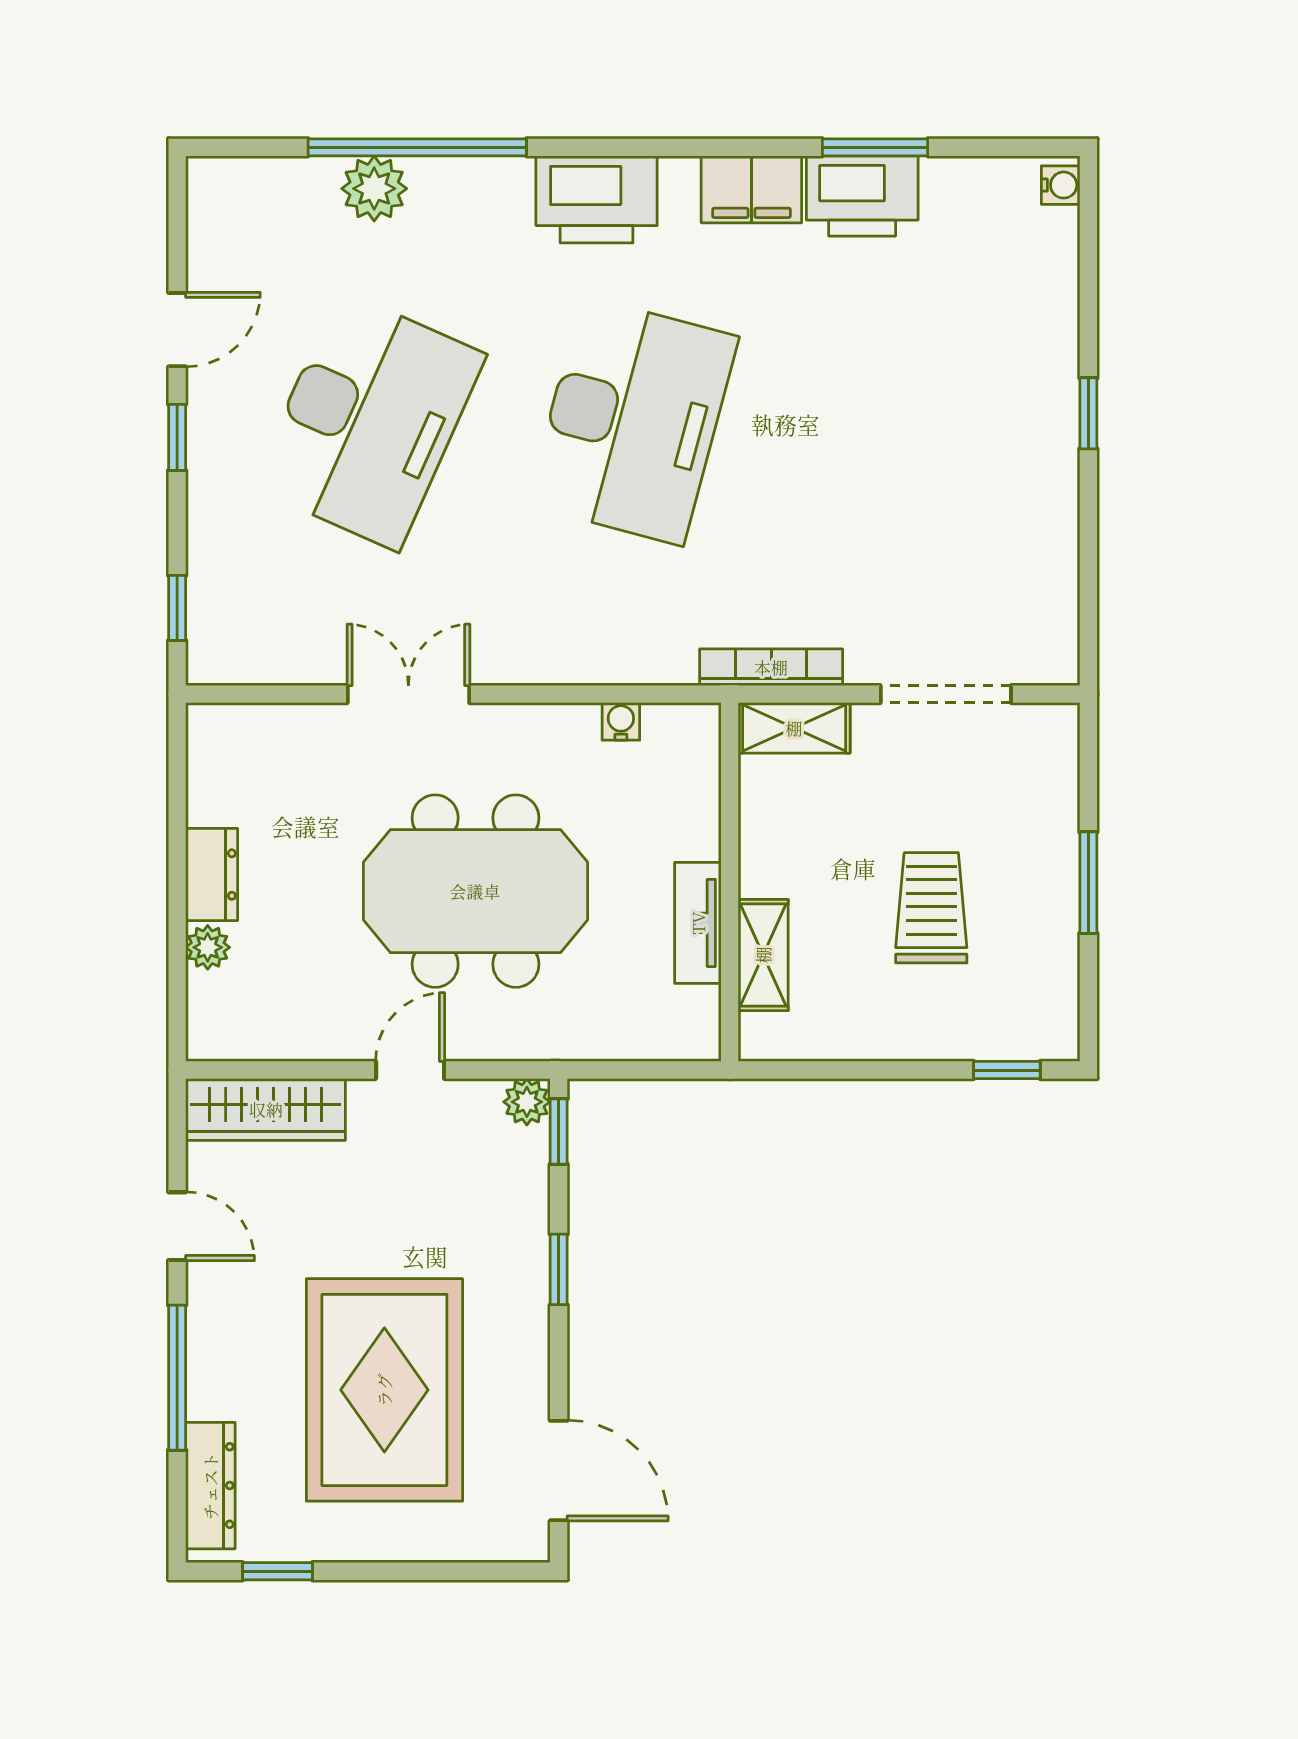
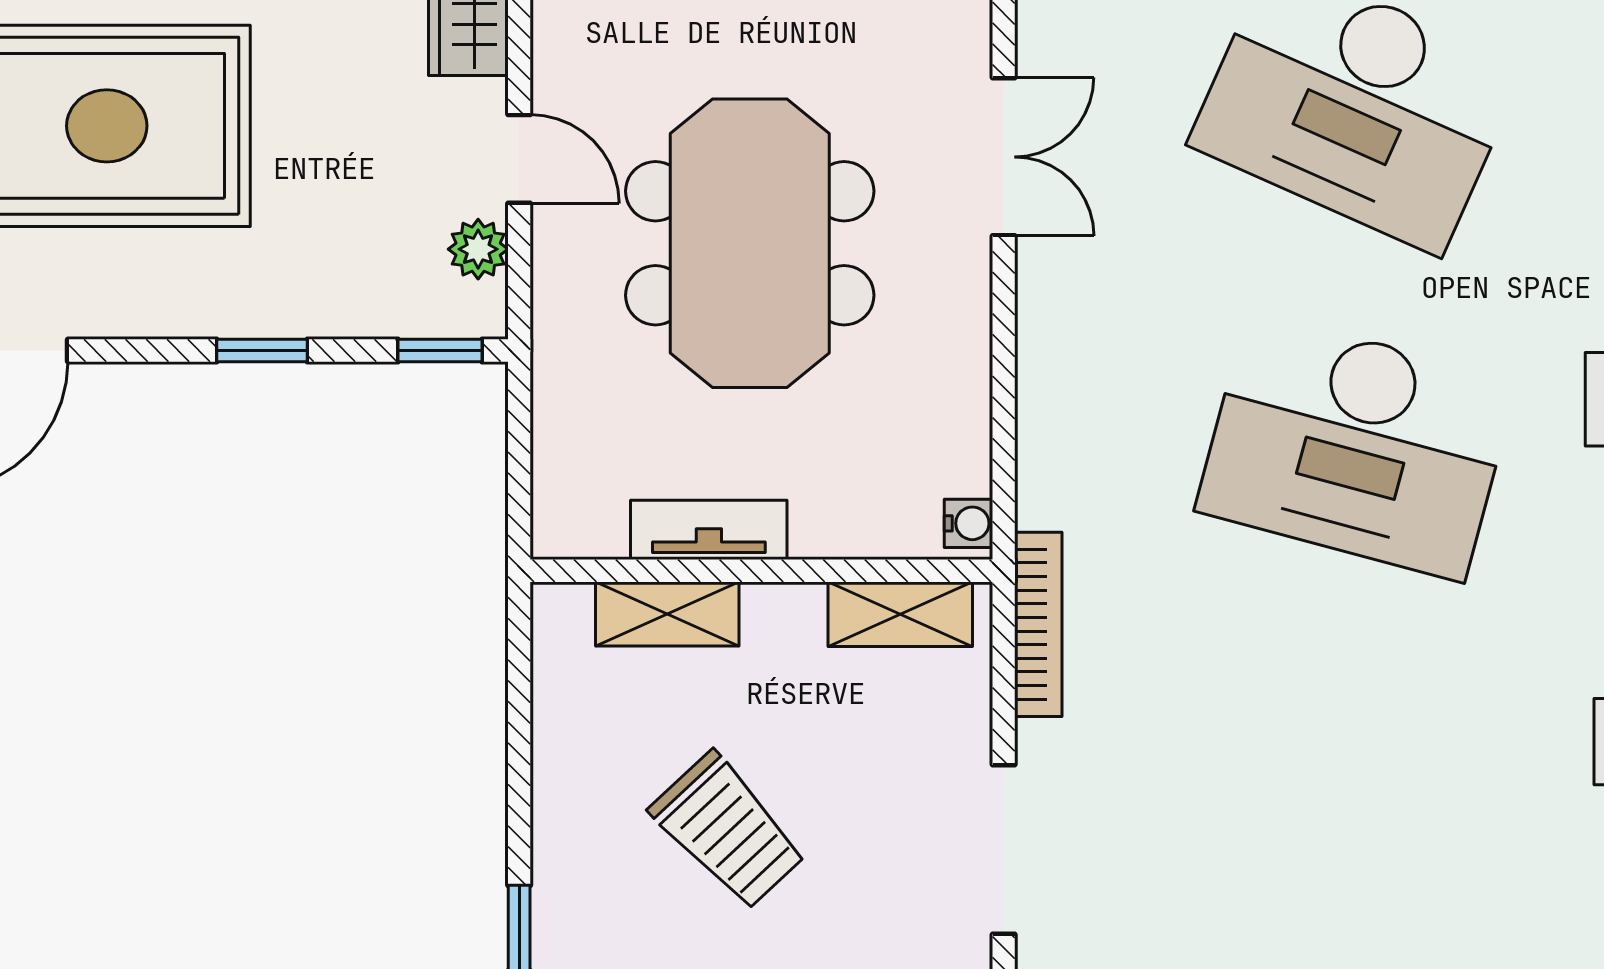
water cooler: (621, 721) -> (969, 523), moved
shelving: (794, 728) -> (900, 614), moved, turned 90
trolley: (931, 908) -> (728, 831), turned 47
plant: (527, 1102) -> (478, 249), moved

